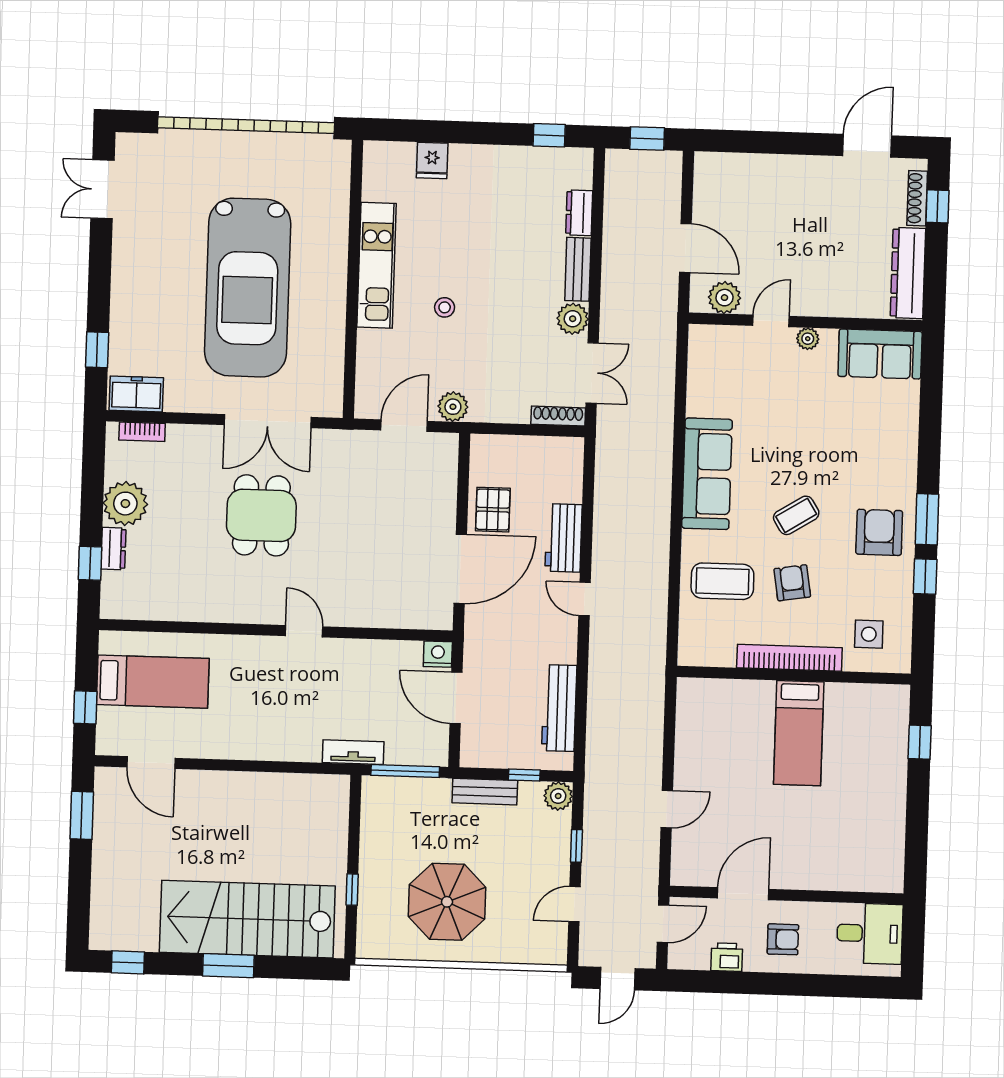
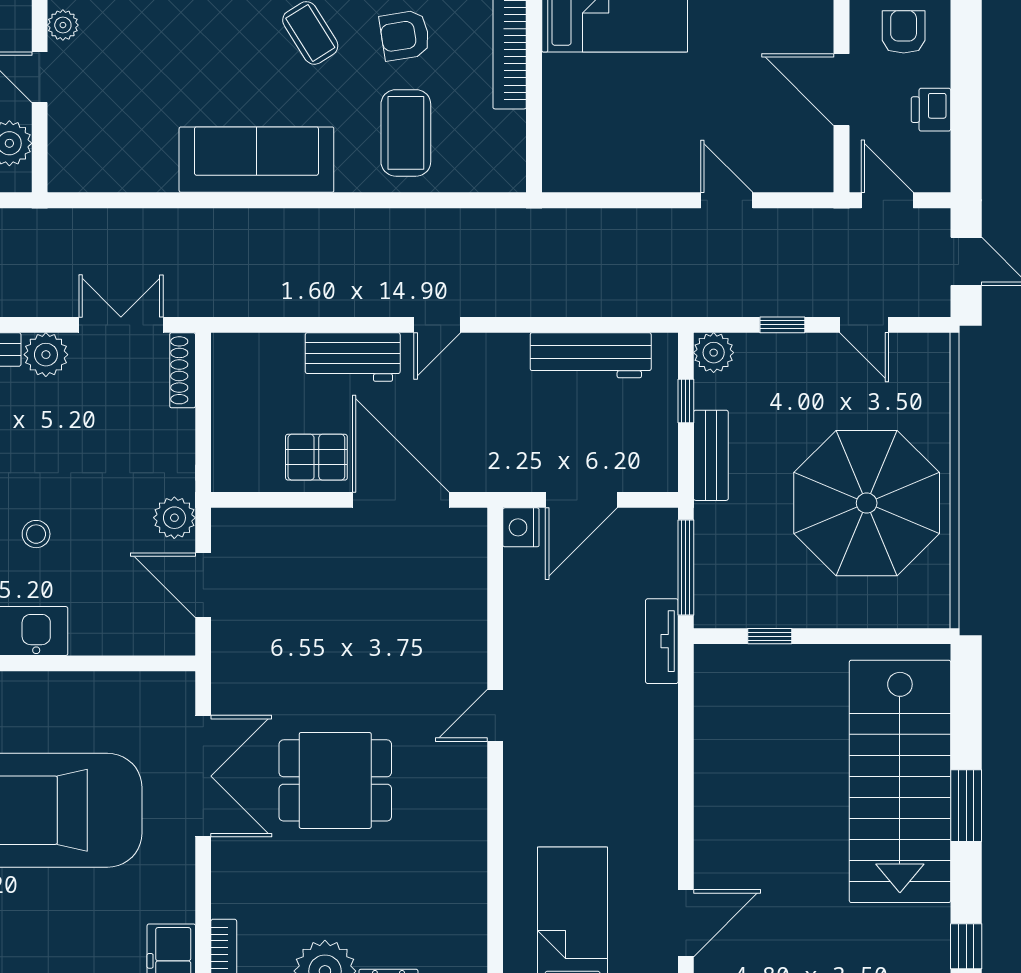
window: (352, 890) -> (770, 636), moved
parasol: (447, 902) -> (867, 503), width x1.36, depth x1.36

